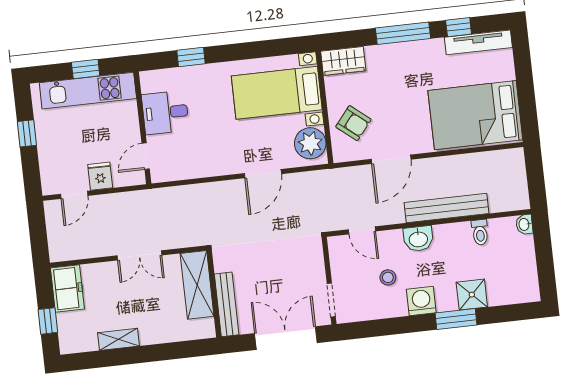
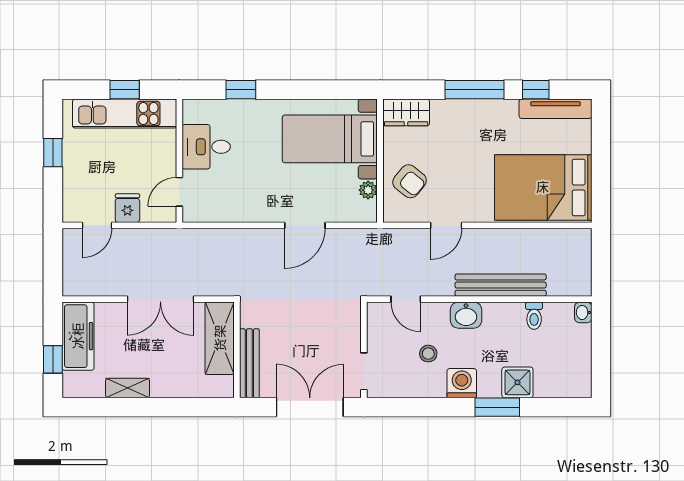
plant: (310, 143) -> (368, 190), width x0.53, depth x0.53
door: (391, 159) -> (446, 225), width x0.73
double door: (139, 255) -> (160, 299), width x1.37
freezer: (67, 288) -> (78, 336), width x1.40

